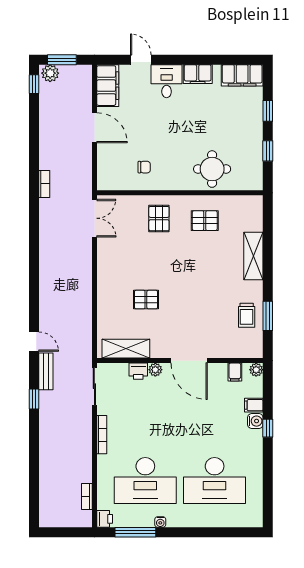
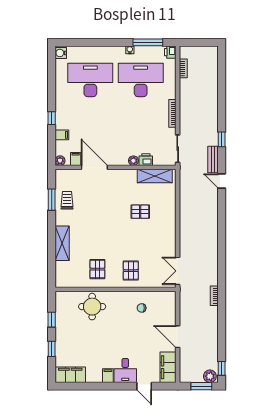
filing cabinet: (198, 74) -> (108, 376), width x0.50
pallet: (205, 221) -> (97, 269), turned 90
door: (189, 361) -> (94, 167), moved
water cooler: (255, 421) -> (61, 53), moved

